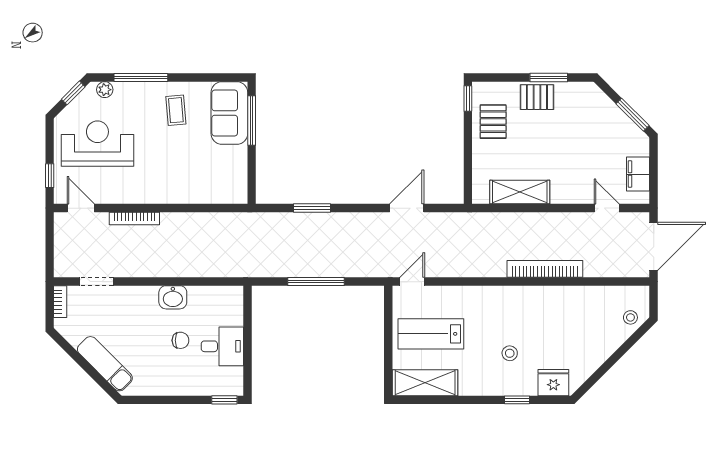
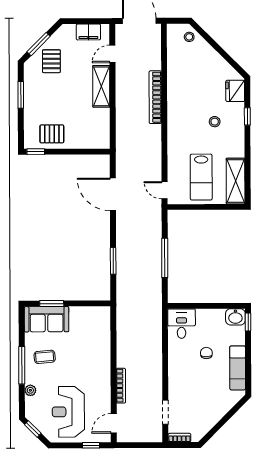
window: (141, 77) -> (22, 365), moved
plant: (105, 90) -> (30, 390), moved
pallet: (537, 97) -> (51, 61), moved
window: (633, 115) -> (39, 44), moved
window: (252, 120) -> (52, 304), width x0.69
shelving: (520, 192) -> (101, 86), moved
door: (407, 208) -> (113, 194), width x1.36
washbasin: (173, 297) -> (235, 317), moved, turned 90
desk: (222, 346) -> (182, 324), moved
exam couch: (105, 364) -> (238, 368), moved, turned -45

